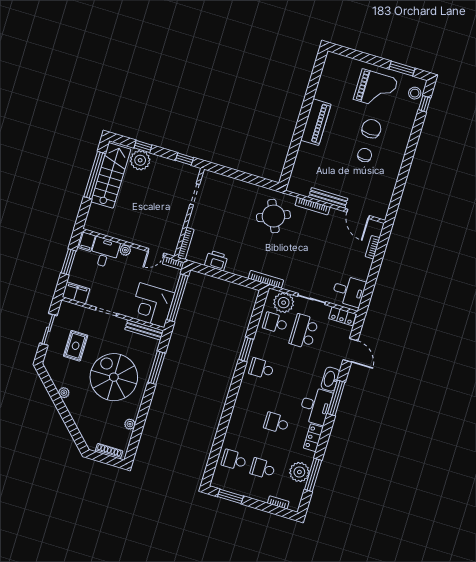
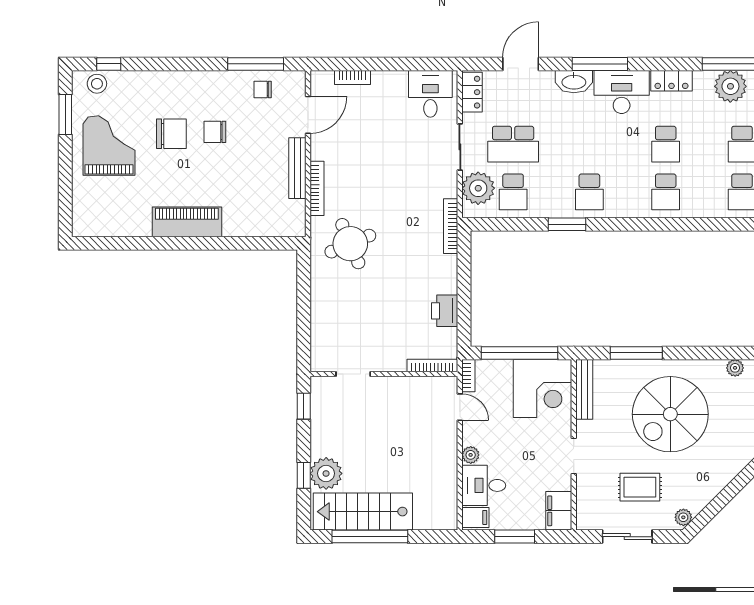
chair: (371, 129) -> (171, 134), turned 180
chair: (381, 191) -> (263, 89), added
window: (398, 192) -> (256, 64), added
plant: (64, 393) -> (683, 517), moved
school desk: (248, 414) -> (666, 192), added

